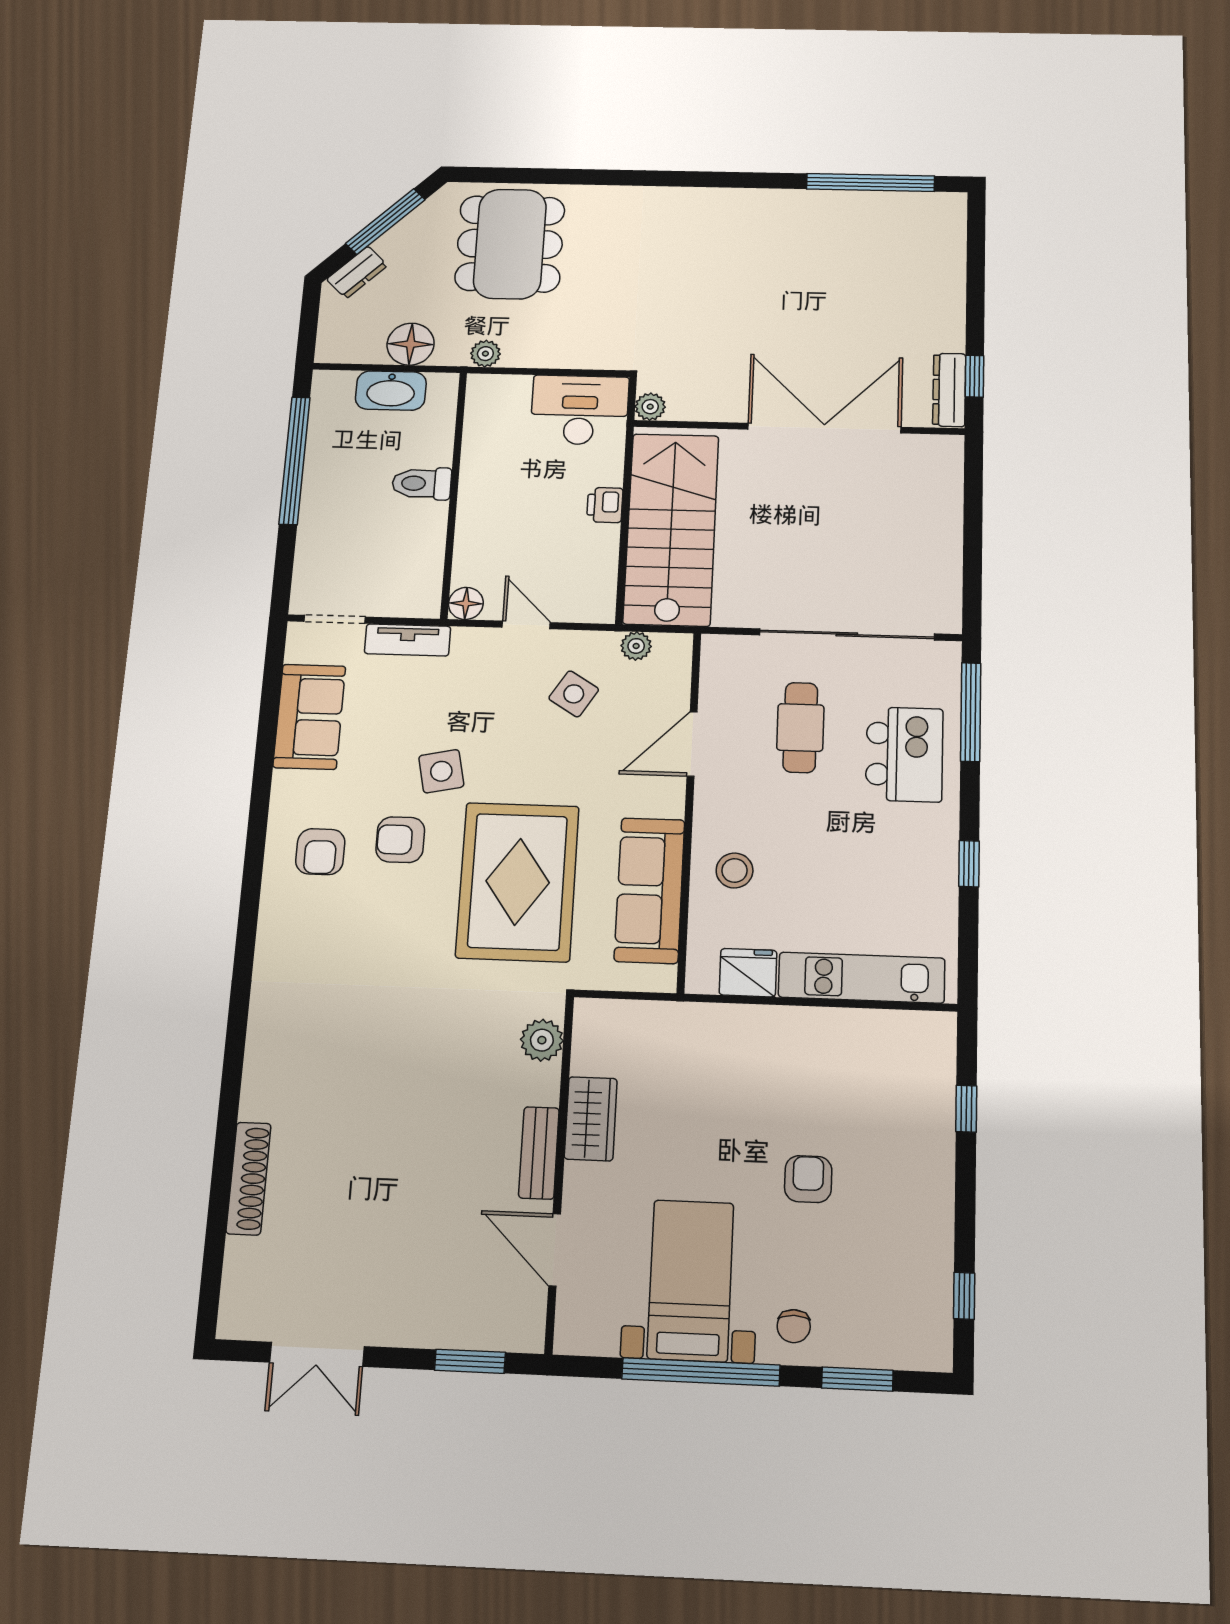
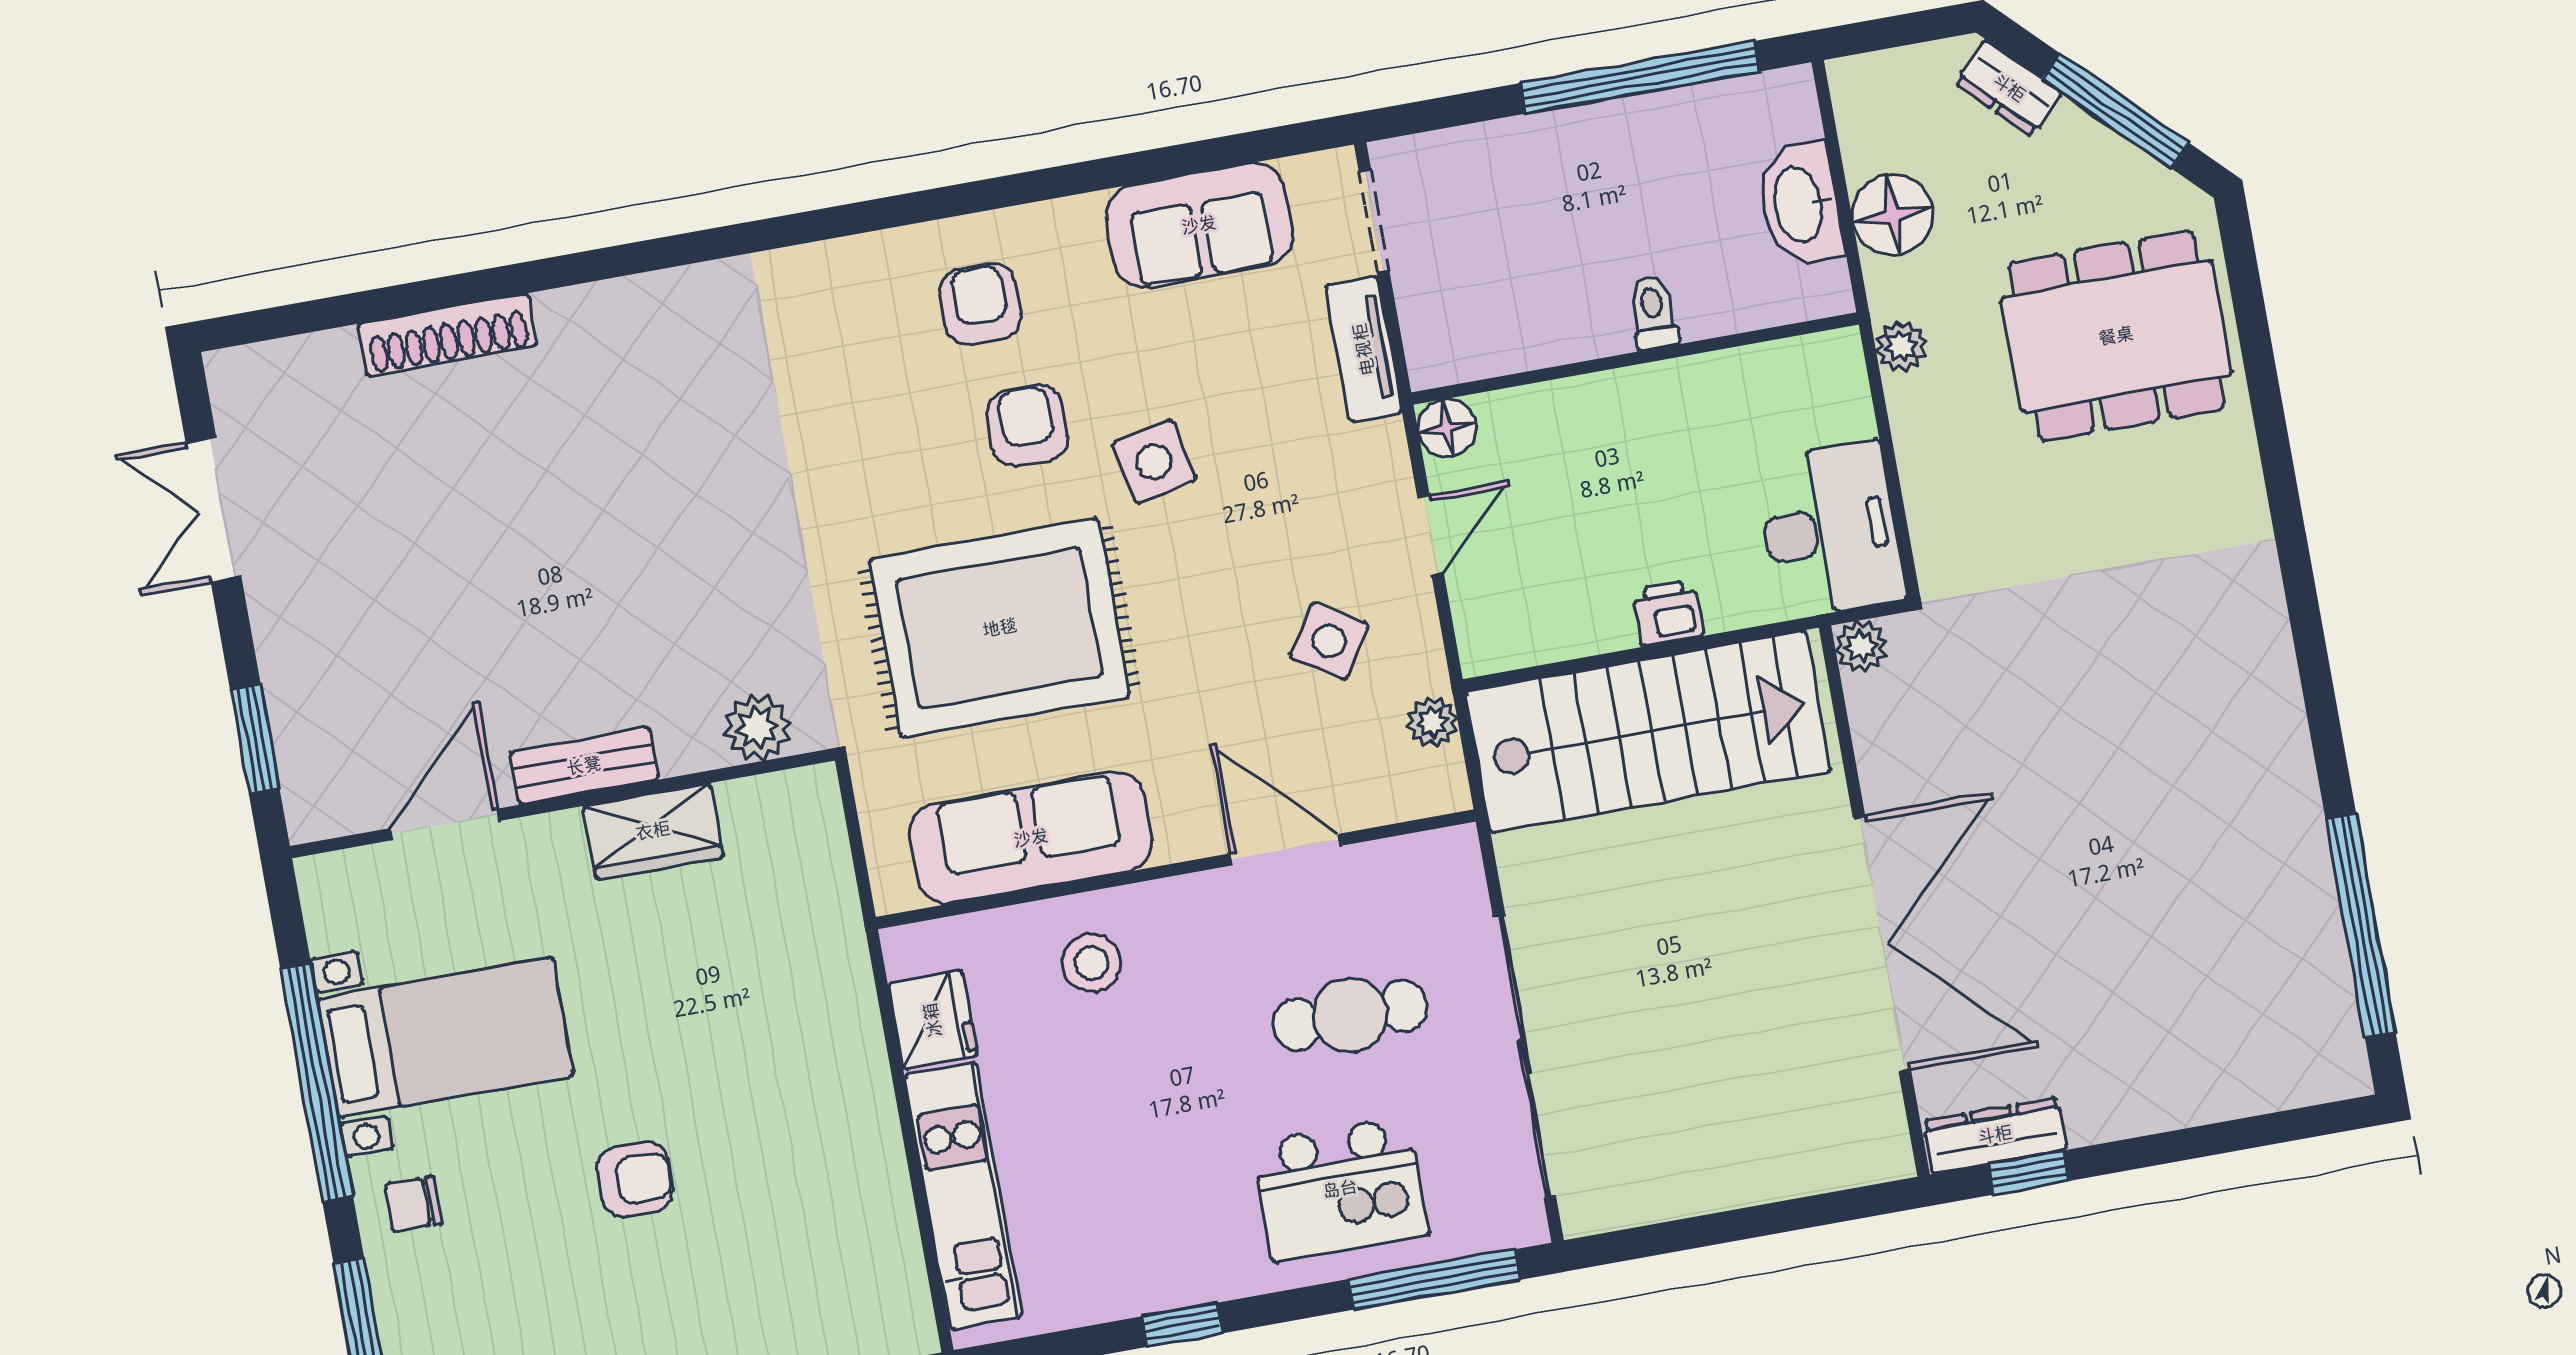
toilet: (422, 483) -> (1653, 313), width x0.73, depth x0.72
armchair: (320, 852) -> (980, 304), turned 90

